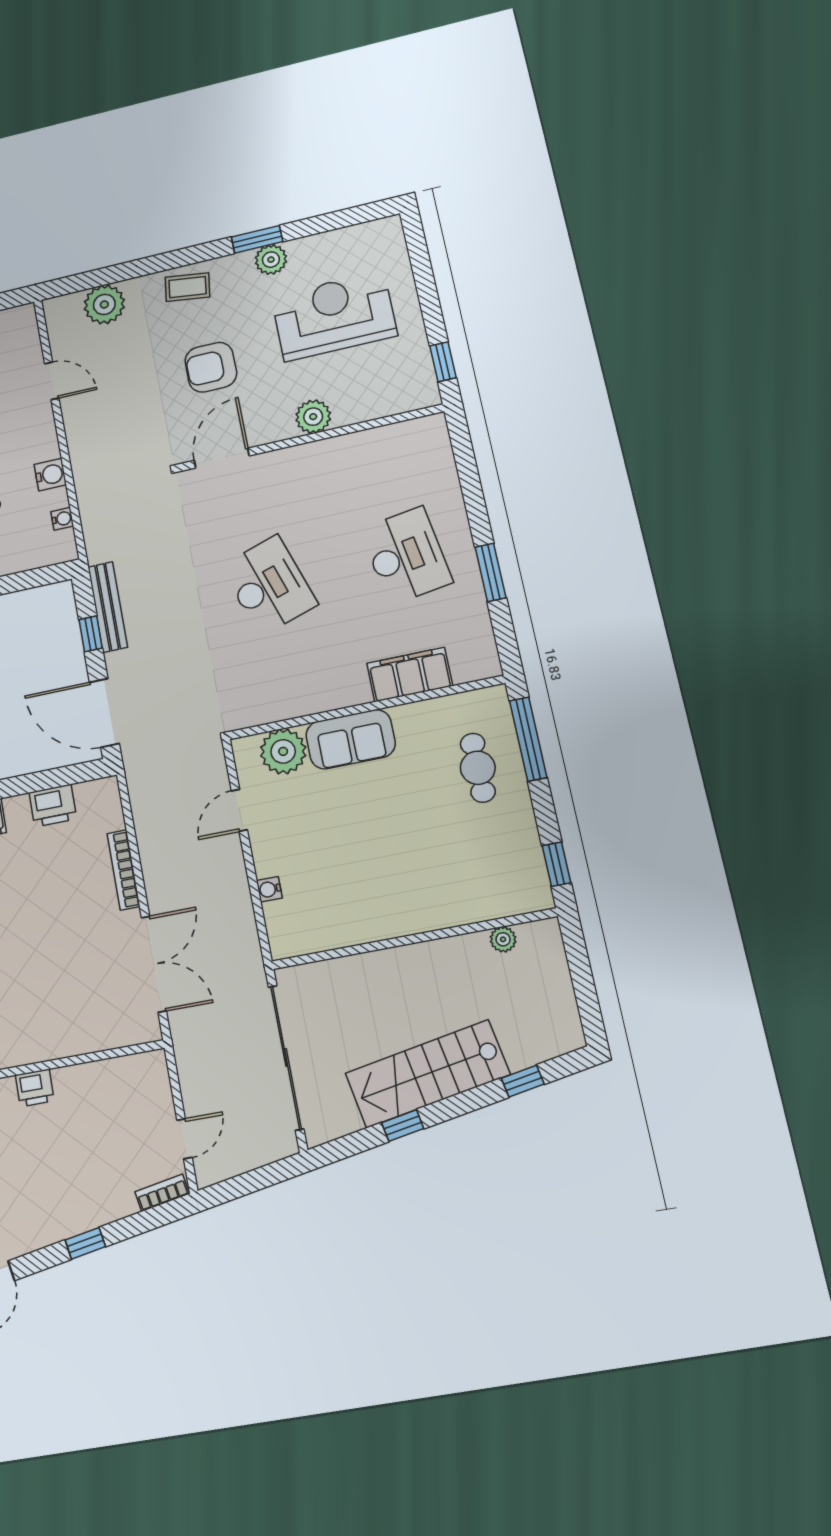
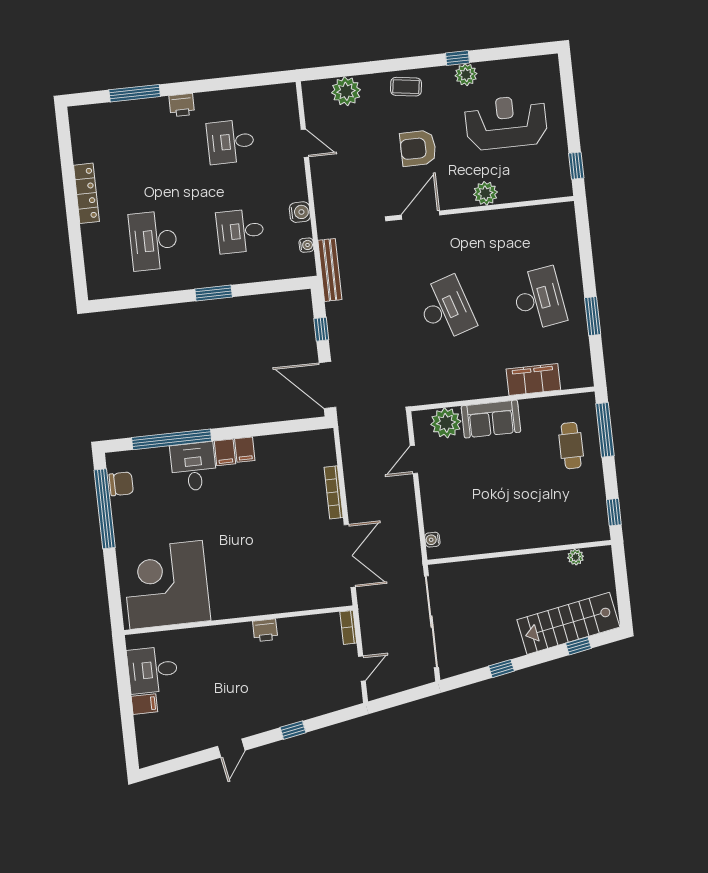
window: (257, 239) -> (458, 58), width x0.67
bench: (108, 607) -> (330, 270), moved
printer: (53, 806) -> (288, 445), removed
water cooler: (269, 889) -> (432, 540), moved
stairs: (427, 1074) -> (568, 623), moved
bookcase: (162, 1193) -> (348, 627), moved, turned -80

